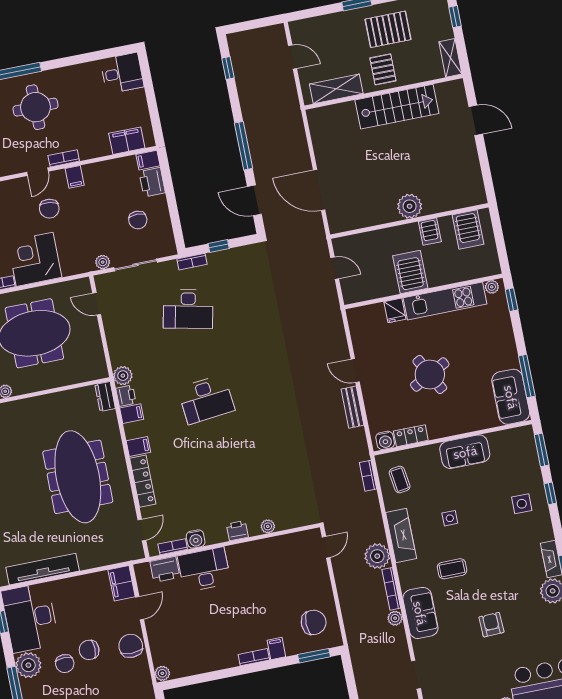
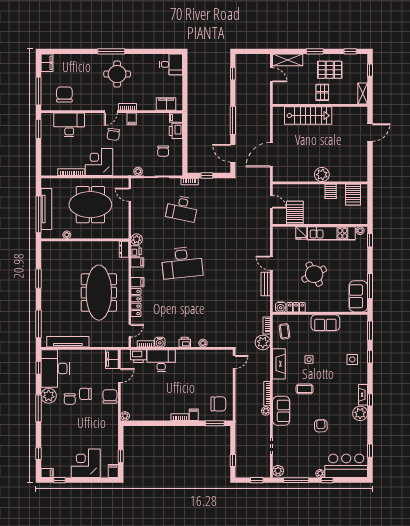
shelving: (336, 89) -> (288, 60), moved
stairs: (397, 107) -> (308, 116), moved
door: (476, 120) -> (370, 132), hinge flipped
door: (319, 190) -> (271, 155), hinge flipped
server rack: (410, 272) -> (295, 213), moved
desk: (206, 399) -> (182, 263), width x1.36, depth x1.30
plant: (377, 556) -> (263, 342), moved

